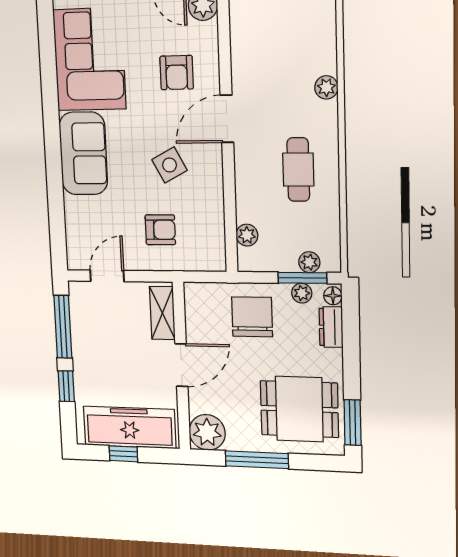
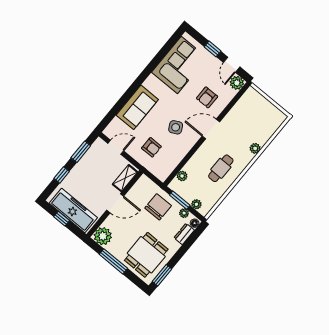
sofa: (83, 153) -> (137, 107), moved
window: (302, 278) -> (180, 200), moved
window: (63, 327) -> (81, 152), width x0.69
dining table: (299, 409) -> (146, 255), turned 90

